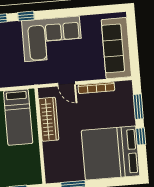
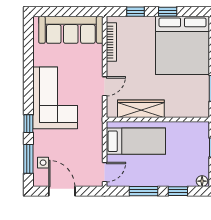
bookcase: (96, 88) -> (111, 42), moved
window: (138, 107) -> (135, 12), width x0.67

